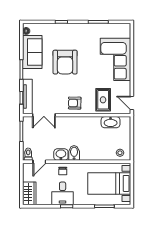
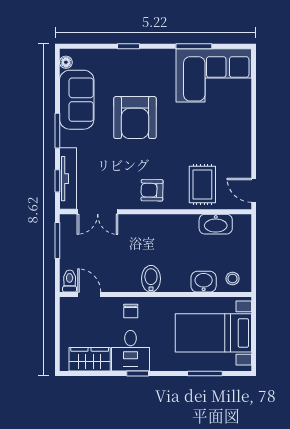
corner sofa: (115, 59) -> (214, 75), moved, turned -90
washbasin: (61, 155) -> (204, 282), moved
door: (39, 162) -> (89, 295), swing flipped
wardrobe: (29, 193) -> (90, 359), moved, turned -90

